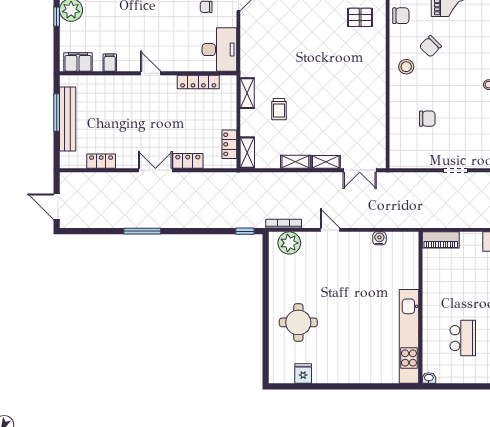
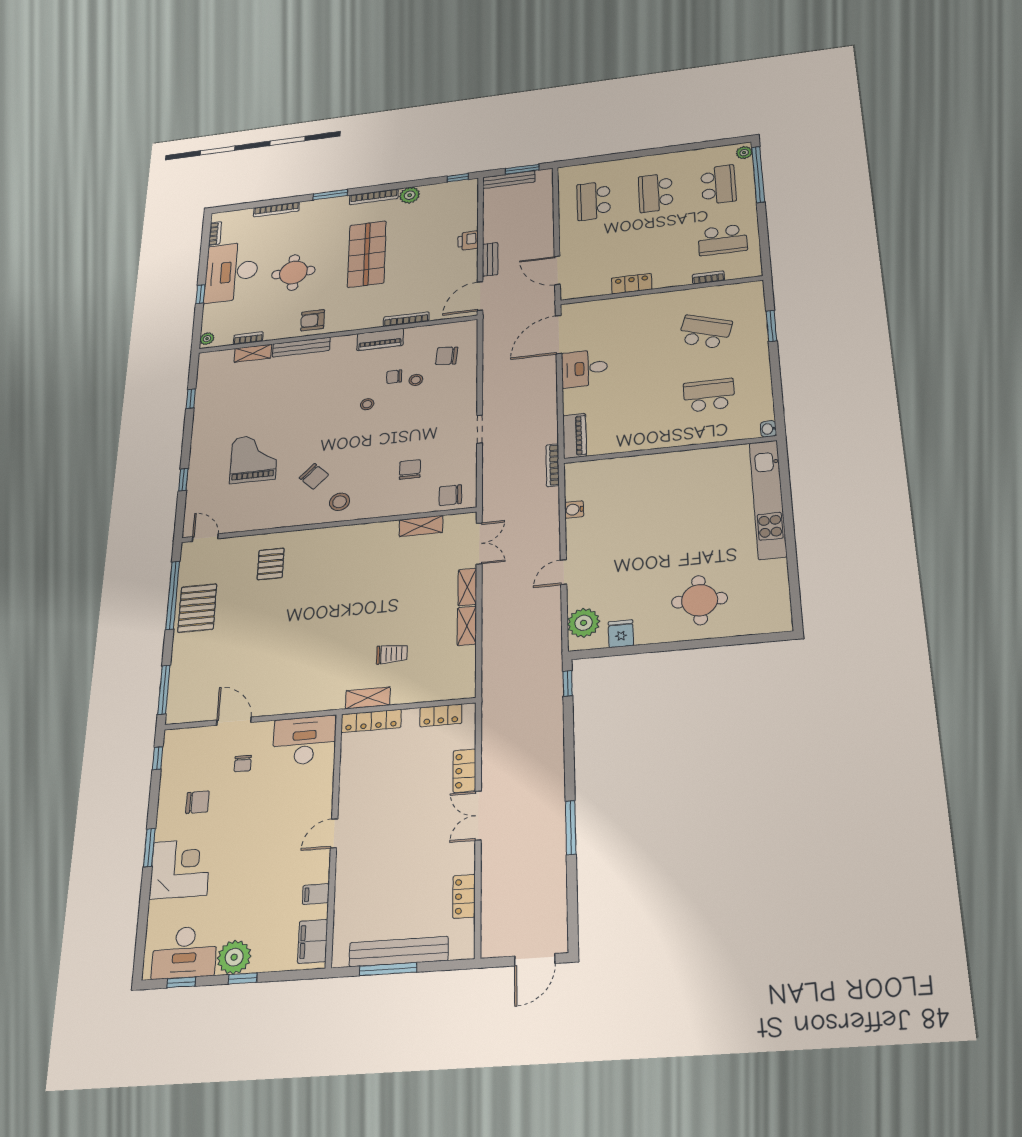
chair: (401, 16) -> (450, 495), moved, turned -90
locker: (198, 82) -> (371, 721), moved, turned 90
shelving: (247, 153) -> (421, 526), moved
bookcase: (284, 224) -> (553, 465), moved
kitchen unit: (409, 336) -> (768, 499), moved, turned 90
fridge: (303, 373) -> (621, 634), moved, turned 90

